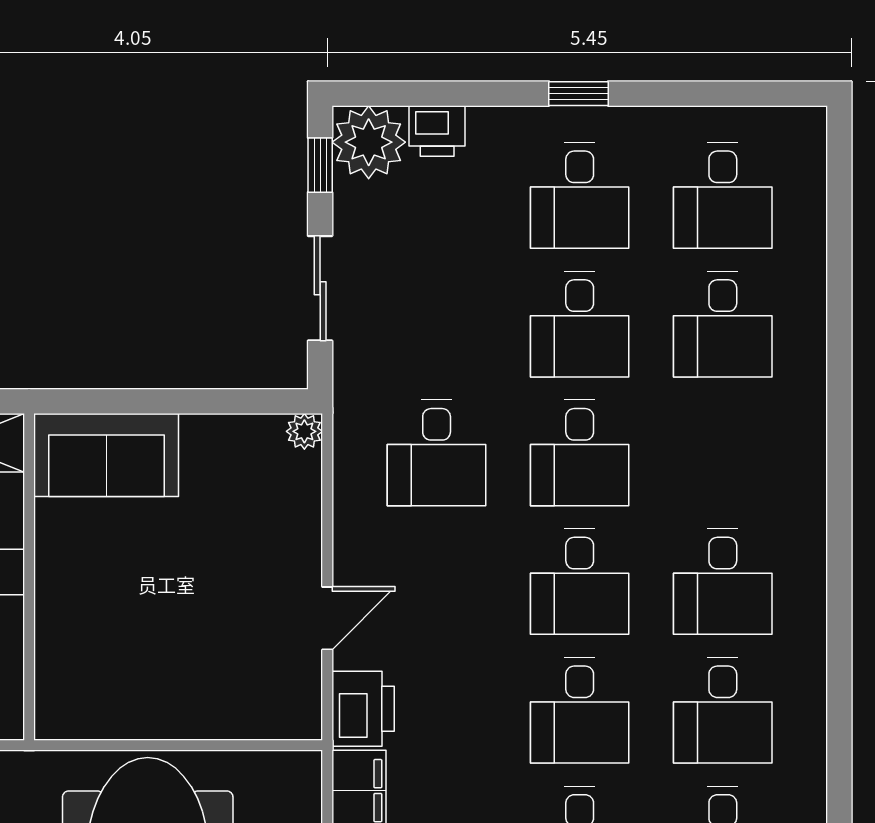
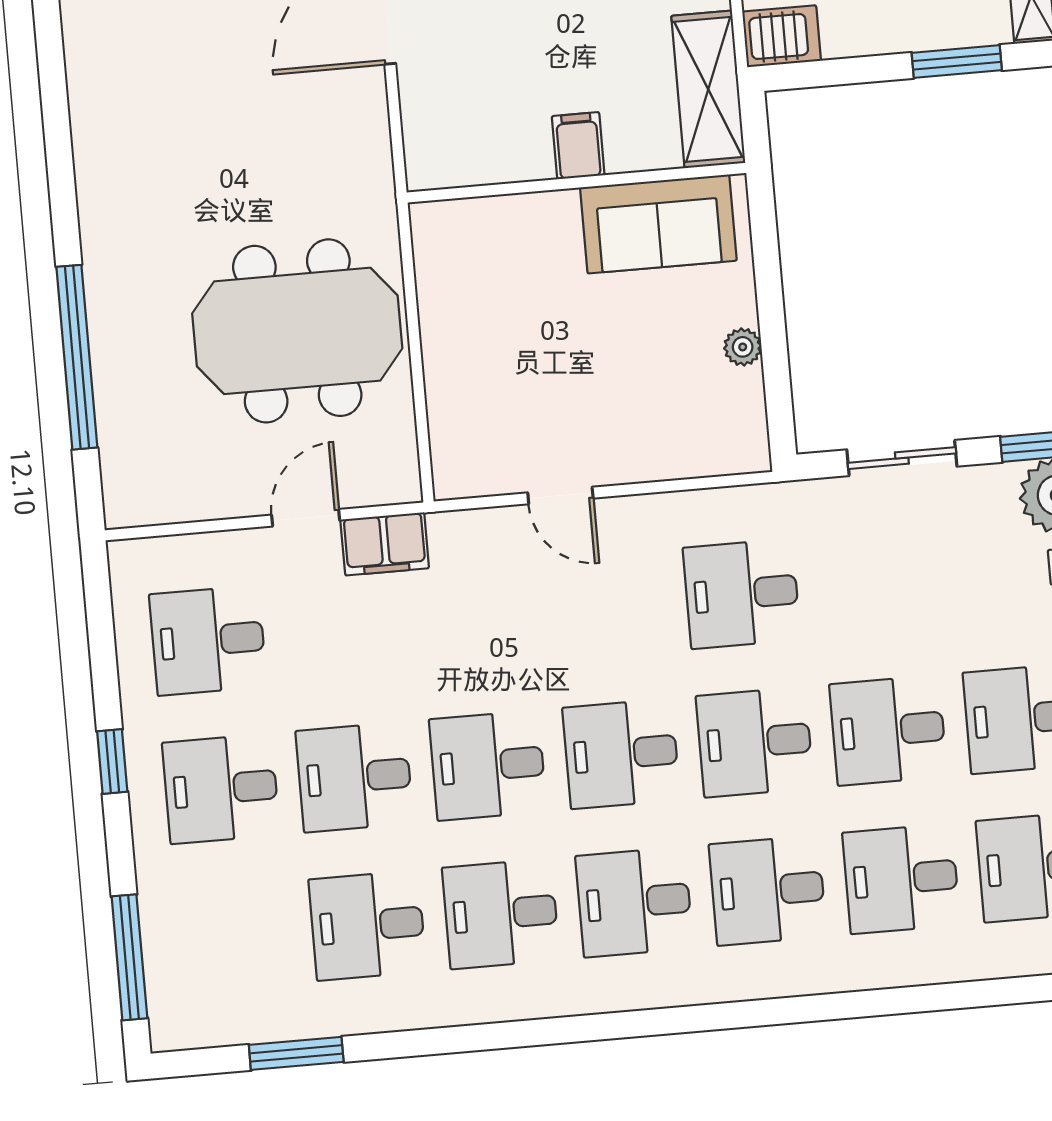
plant: (304, 431) -> (743, 347), moved
desk: (723, 453) -> (768, 890), added
sofa: (106, 455) -> (658, 224), moved, turned -90
printer: (363, 709) -> (470, 541), removed

